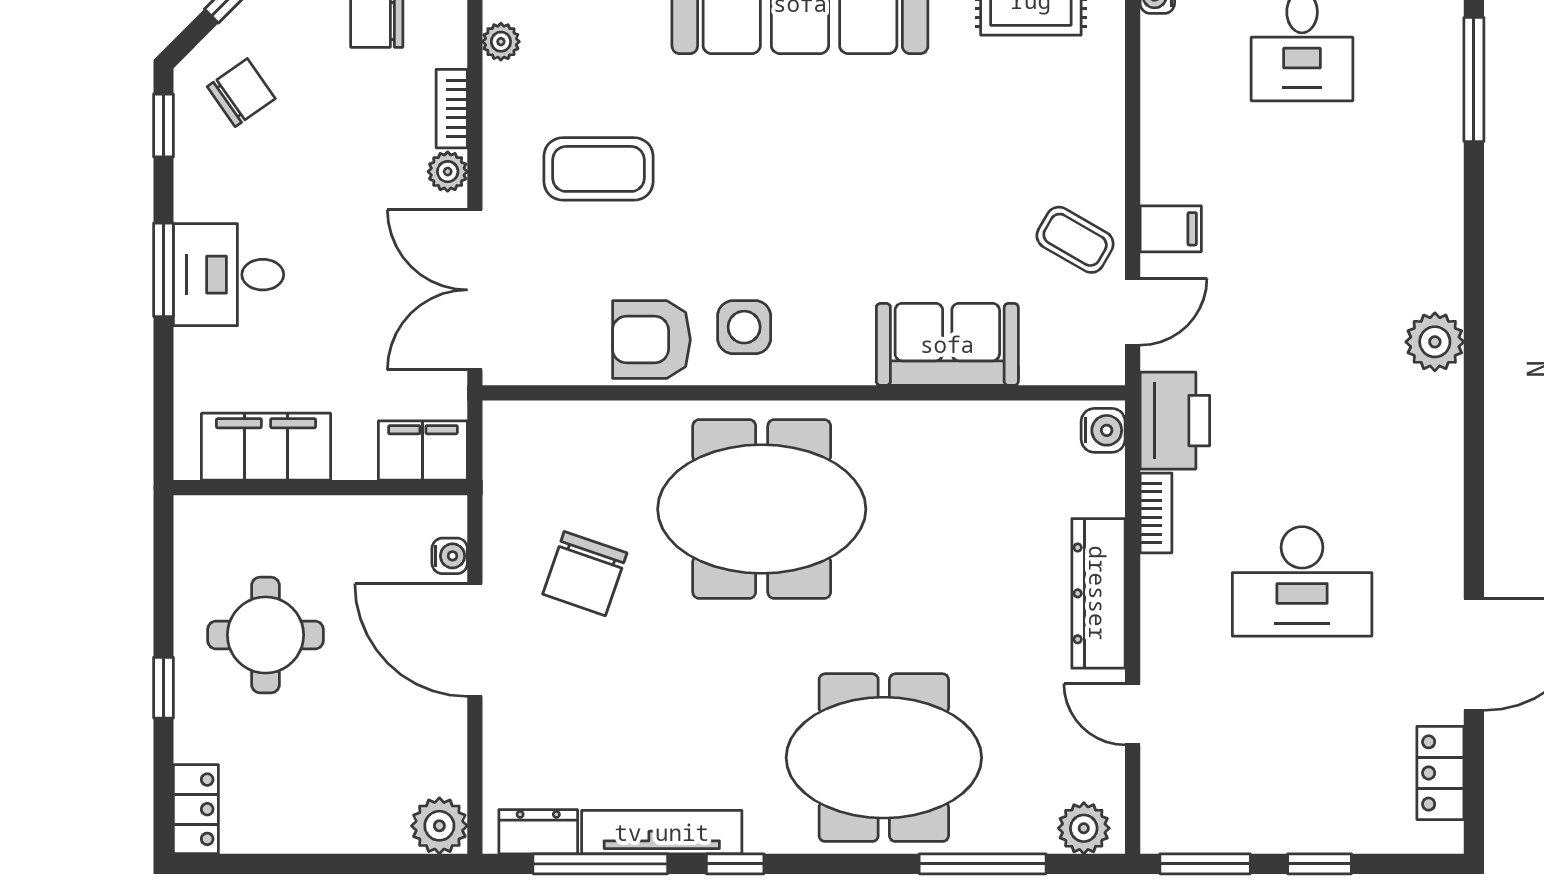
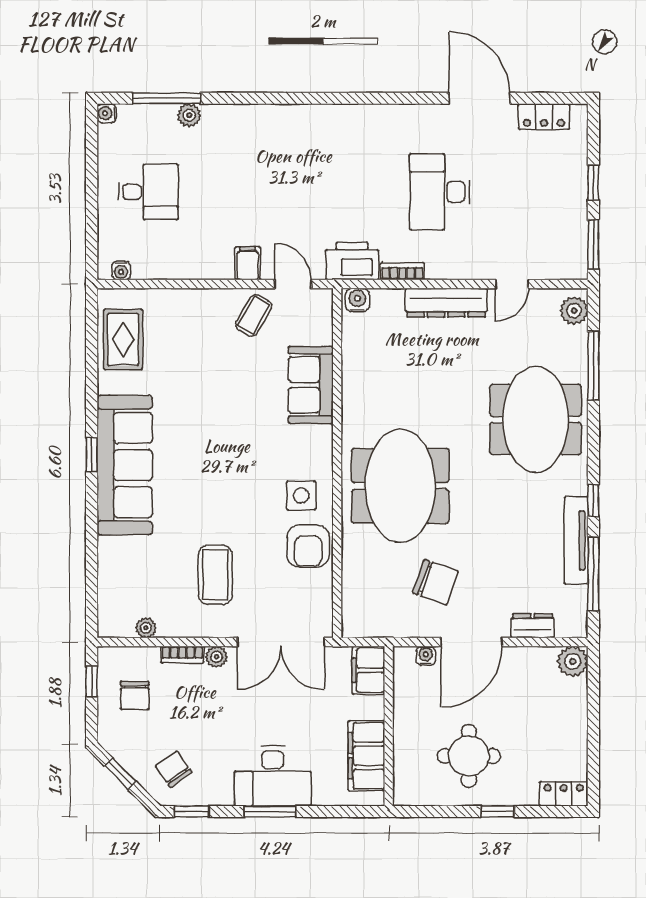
desk: (229, 275) -> (273, 776), width x1.37
plant: (1435, 342) -> (189, 115), moved, width x0.73, depth x0.73
desk: (1302, 581) -> (440, 192), turned 180
dresser: (538, 832) -> (533, 626), moved, turned 90

